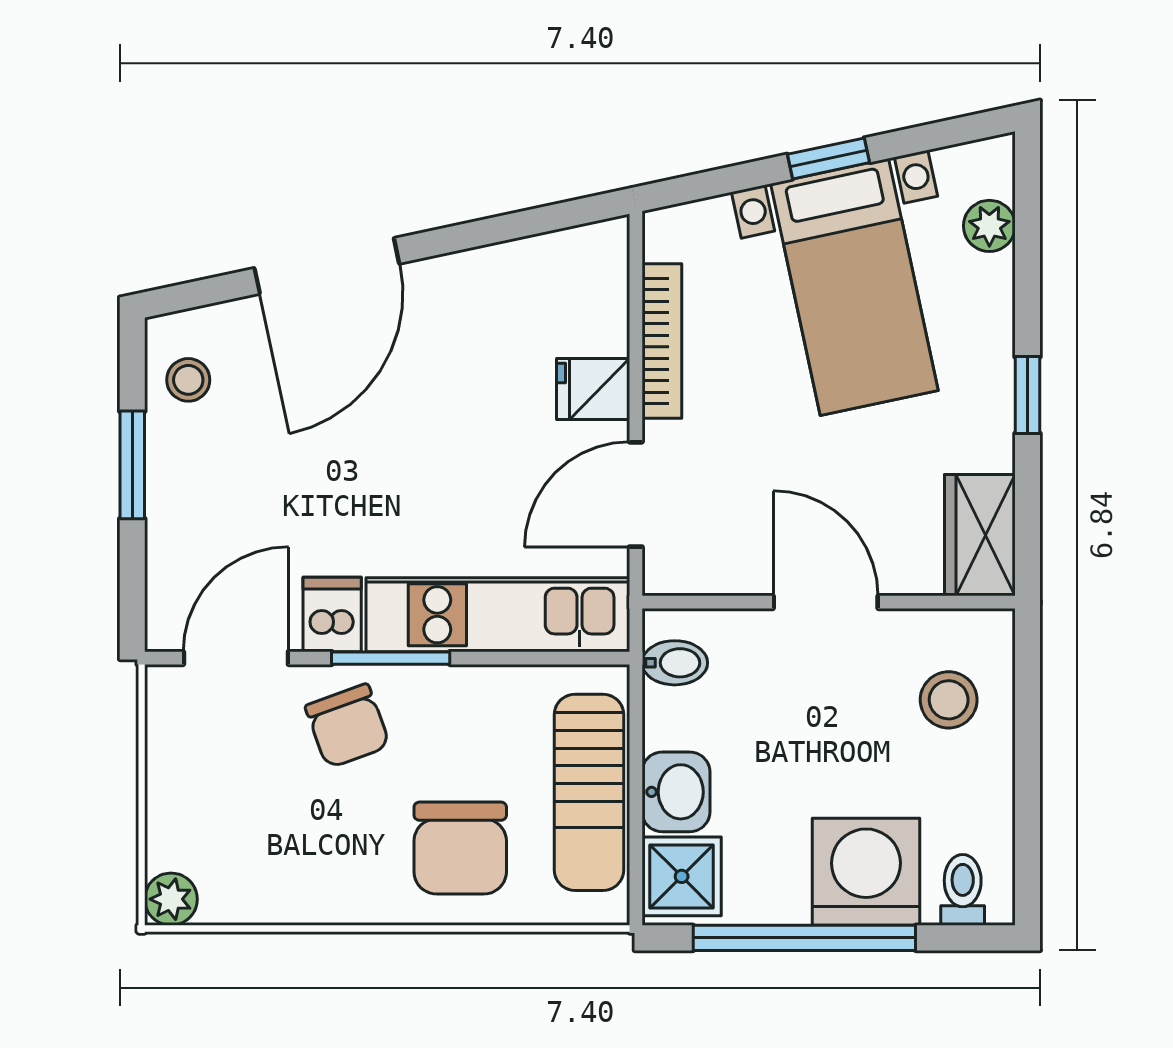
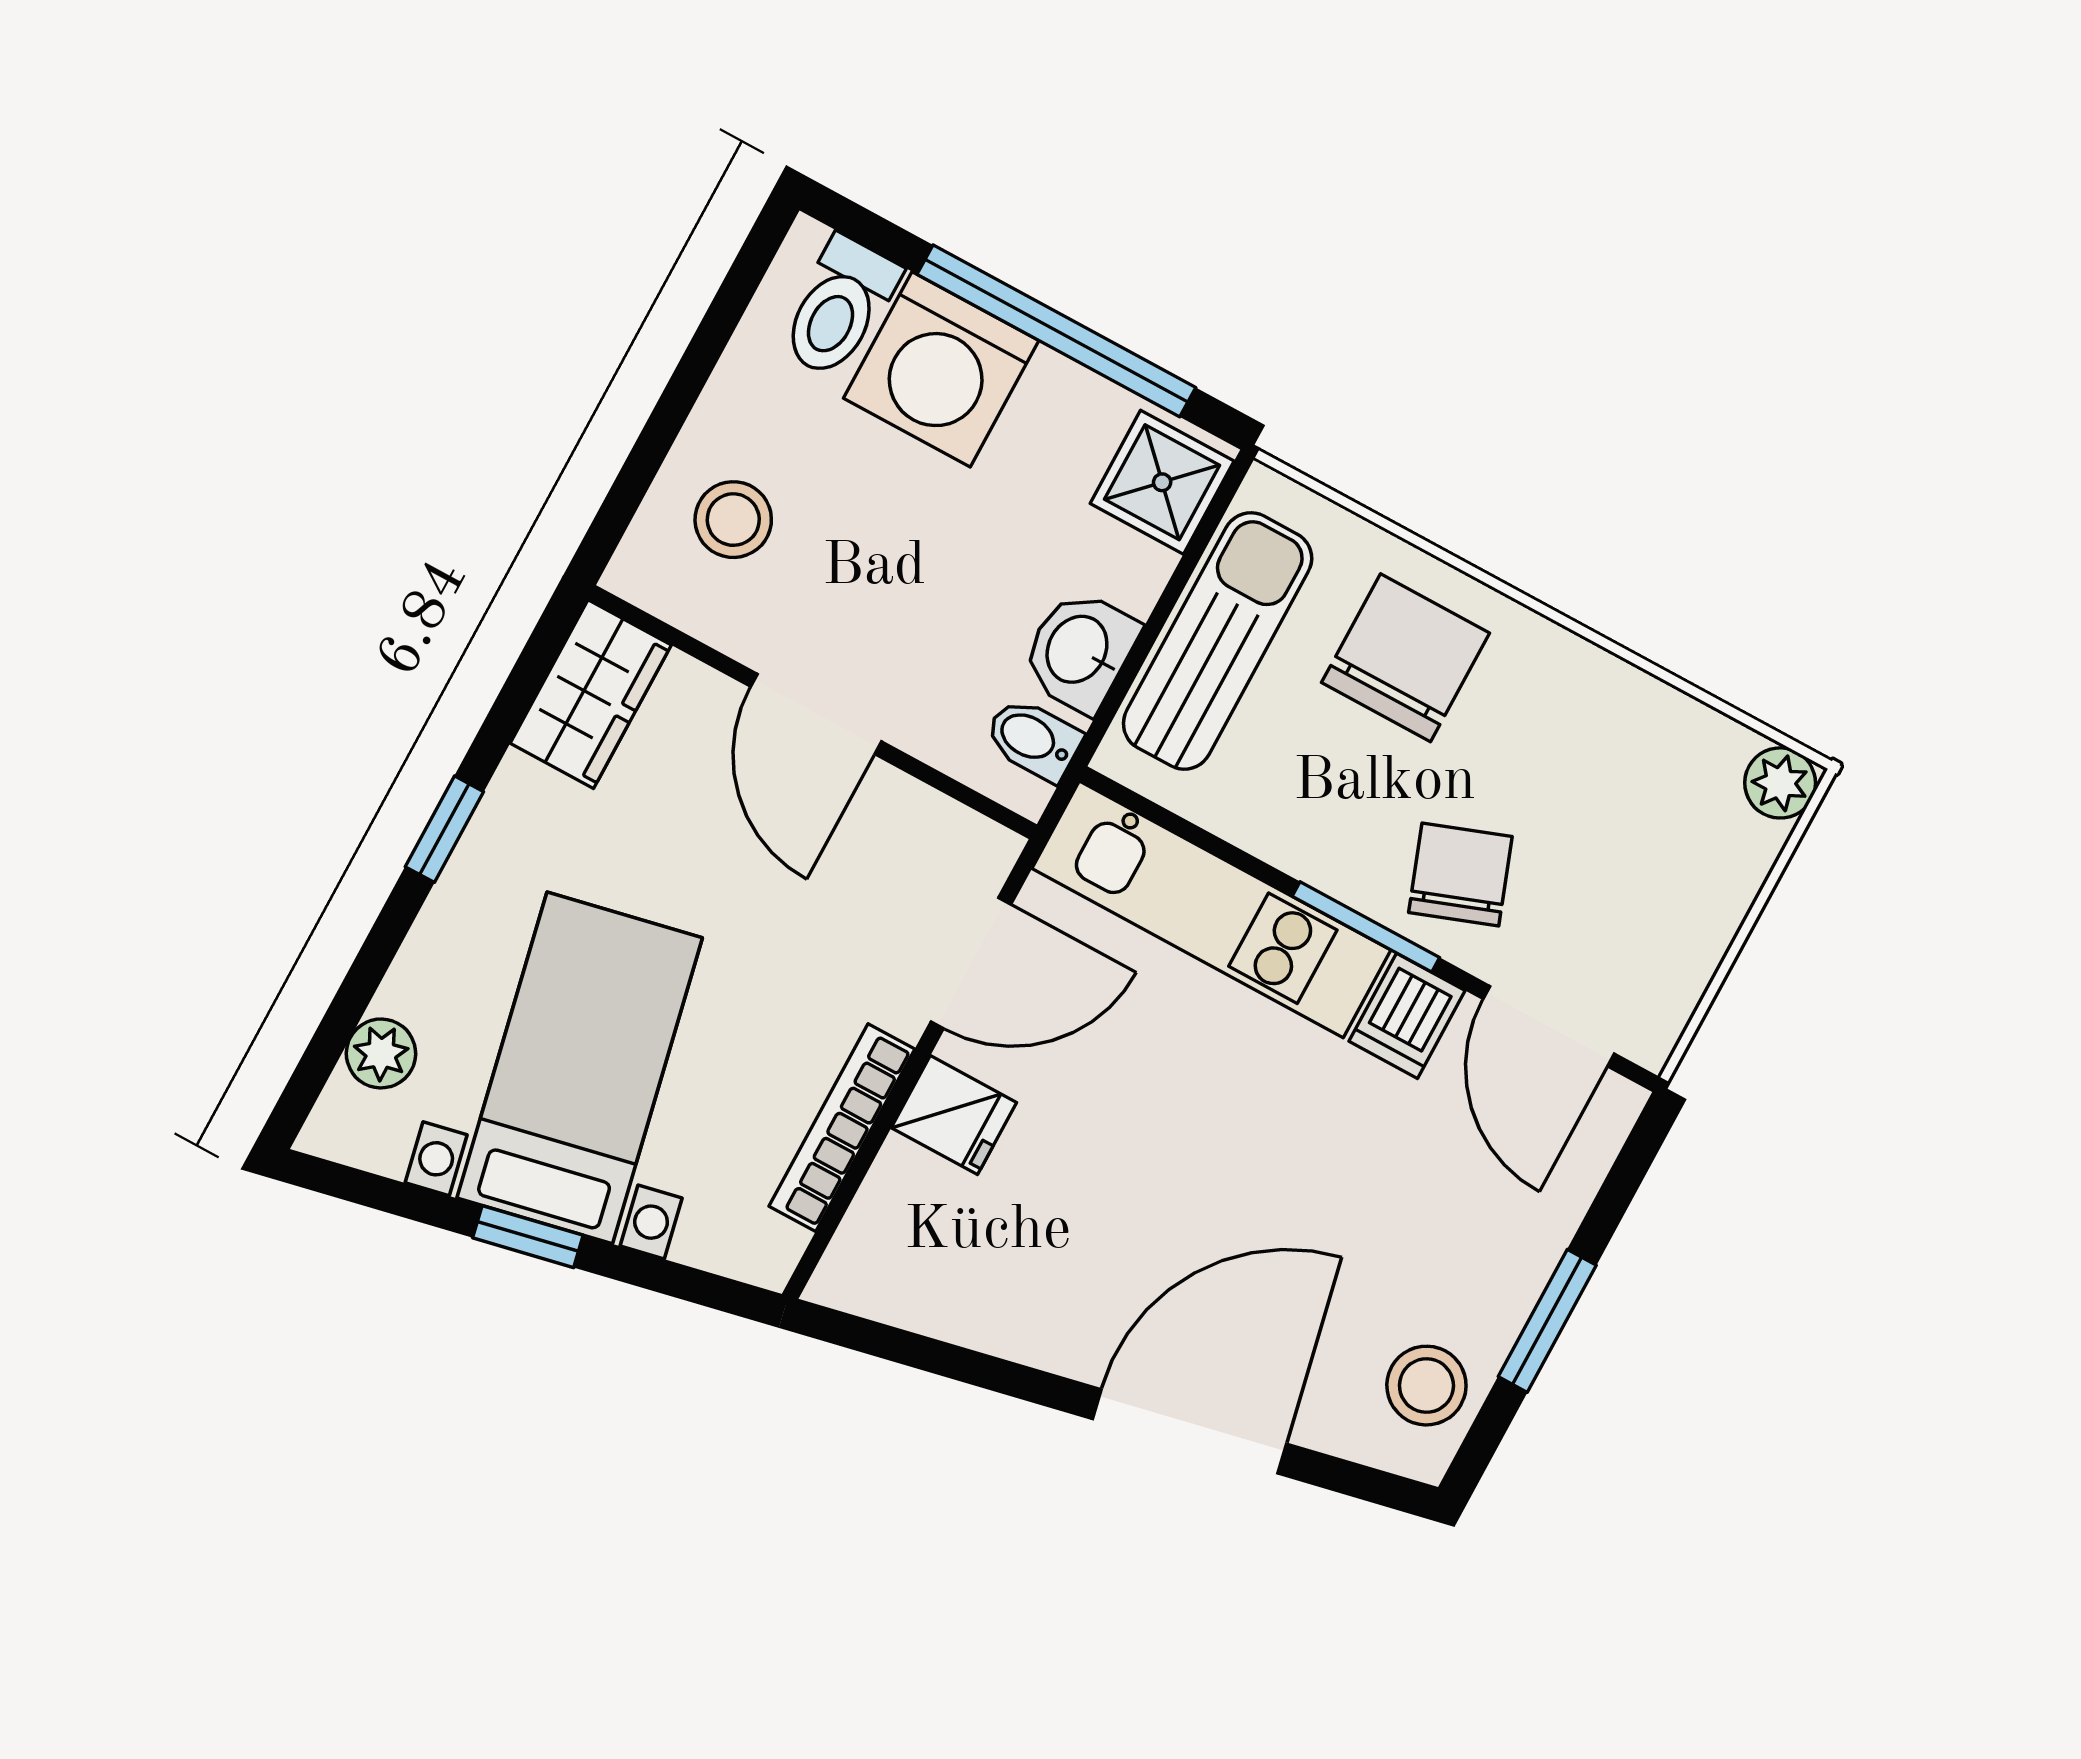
stool: (188, 380) -> (1426, 1386), width x1.37, depth x1.37
door: (236, 658) -> (1549, 1026), hinge flipped
washbasin: (676, 792) -> (1079, 651), moved
toilet: (963, 890) -> (839, 307), width x1.37, depth x1.39

